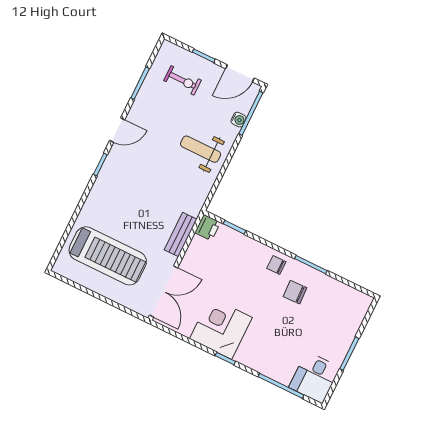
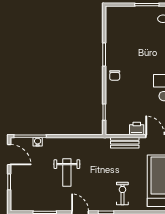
exercise bike: (182, 80) -> (122, 194), moved
weight bench: (201, 149) -> (67, 172), moved
printer: (207, 228) -> (137, 128), moved
chair: (295, 292) -> (126, 56), removed

